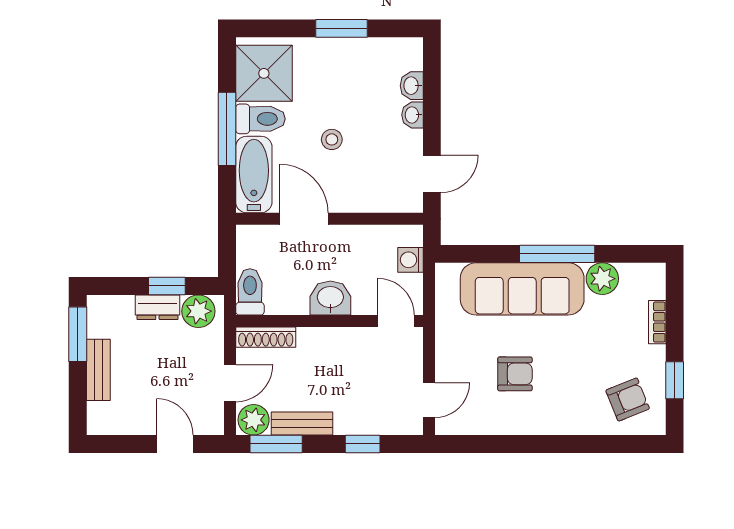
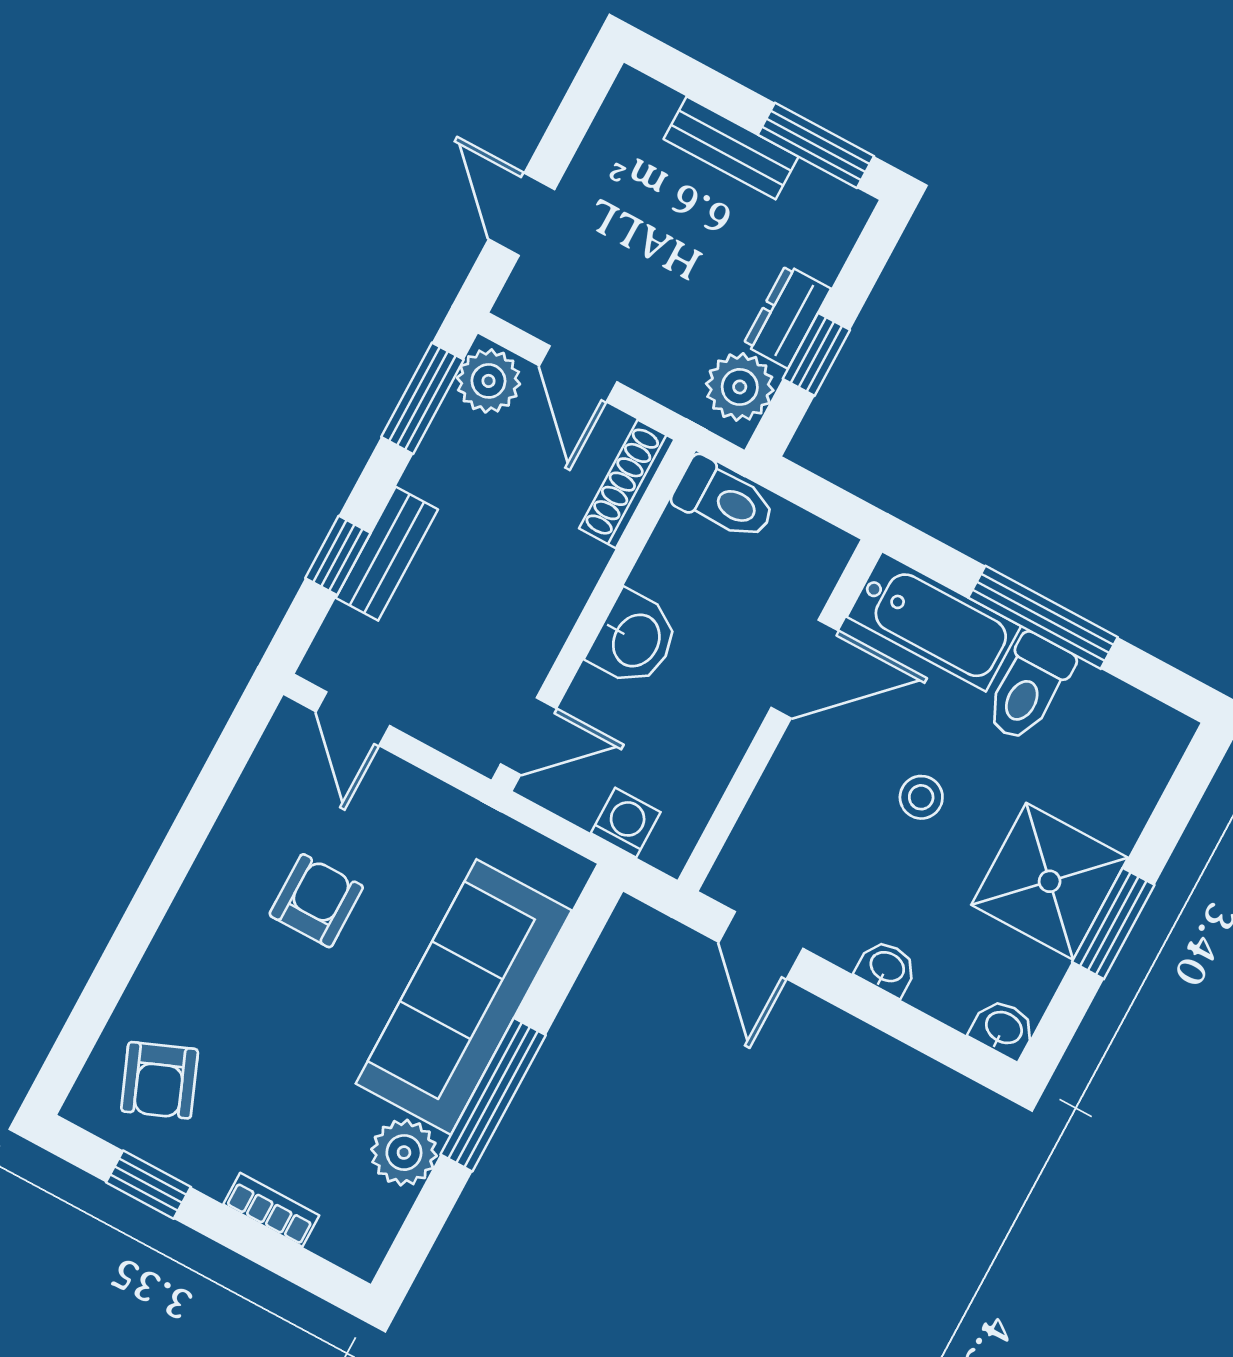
shower: (264, 73) -> (1050, 881), moved
washbasin: (412, 86) -> (1003, 1029), moved
armchair: (515, 374) -> (316, 901), turned 180
bench: (302, 424) -> (387, 554), moved
door: (175, 444) -> (522, 214), swing flipped

